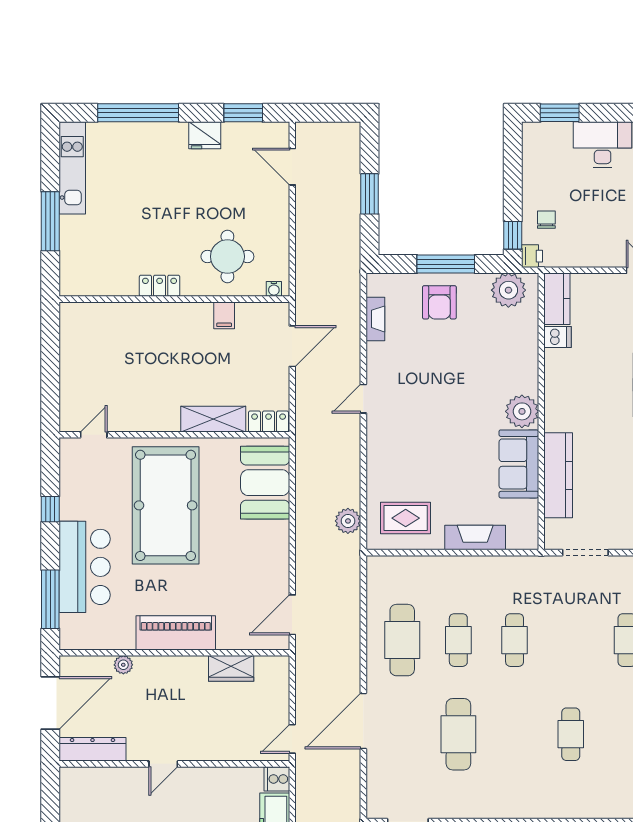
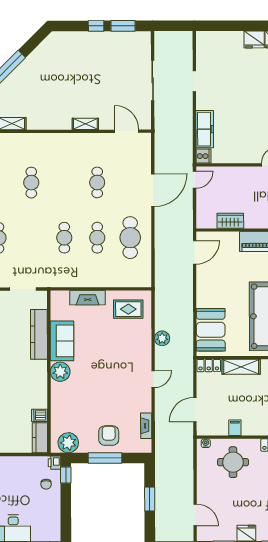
plant: (348, 521) -> (162, 338), moved
cafe table: (458, 734) -> (97, 182), width x0.73, depth x0.74

